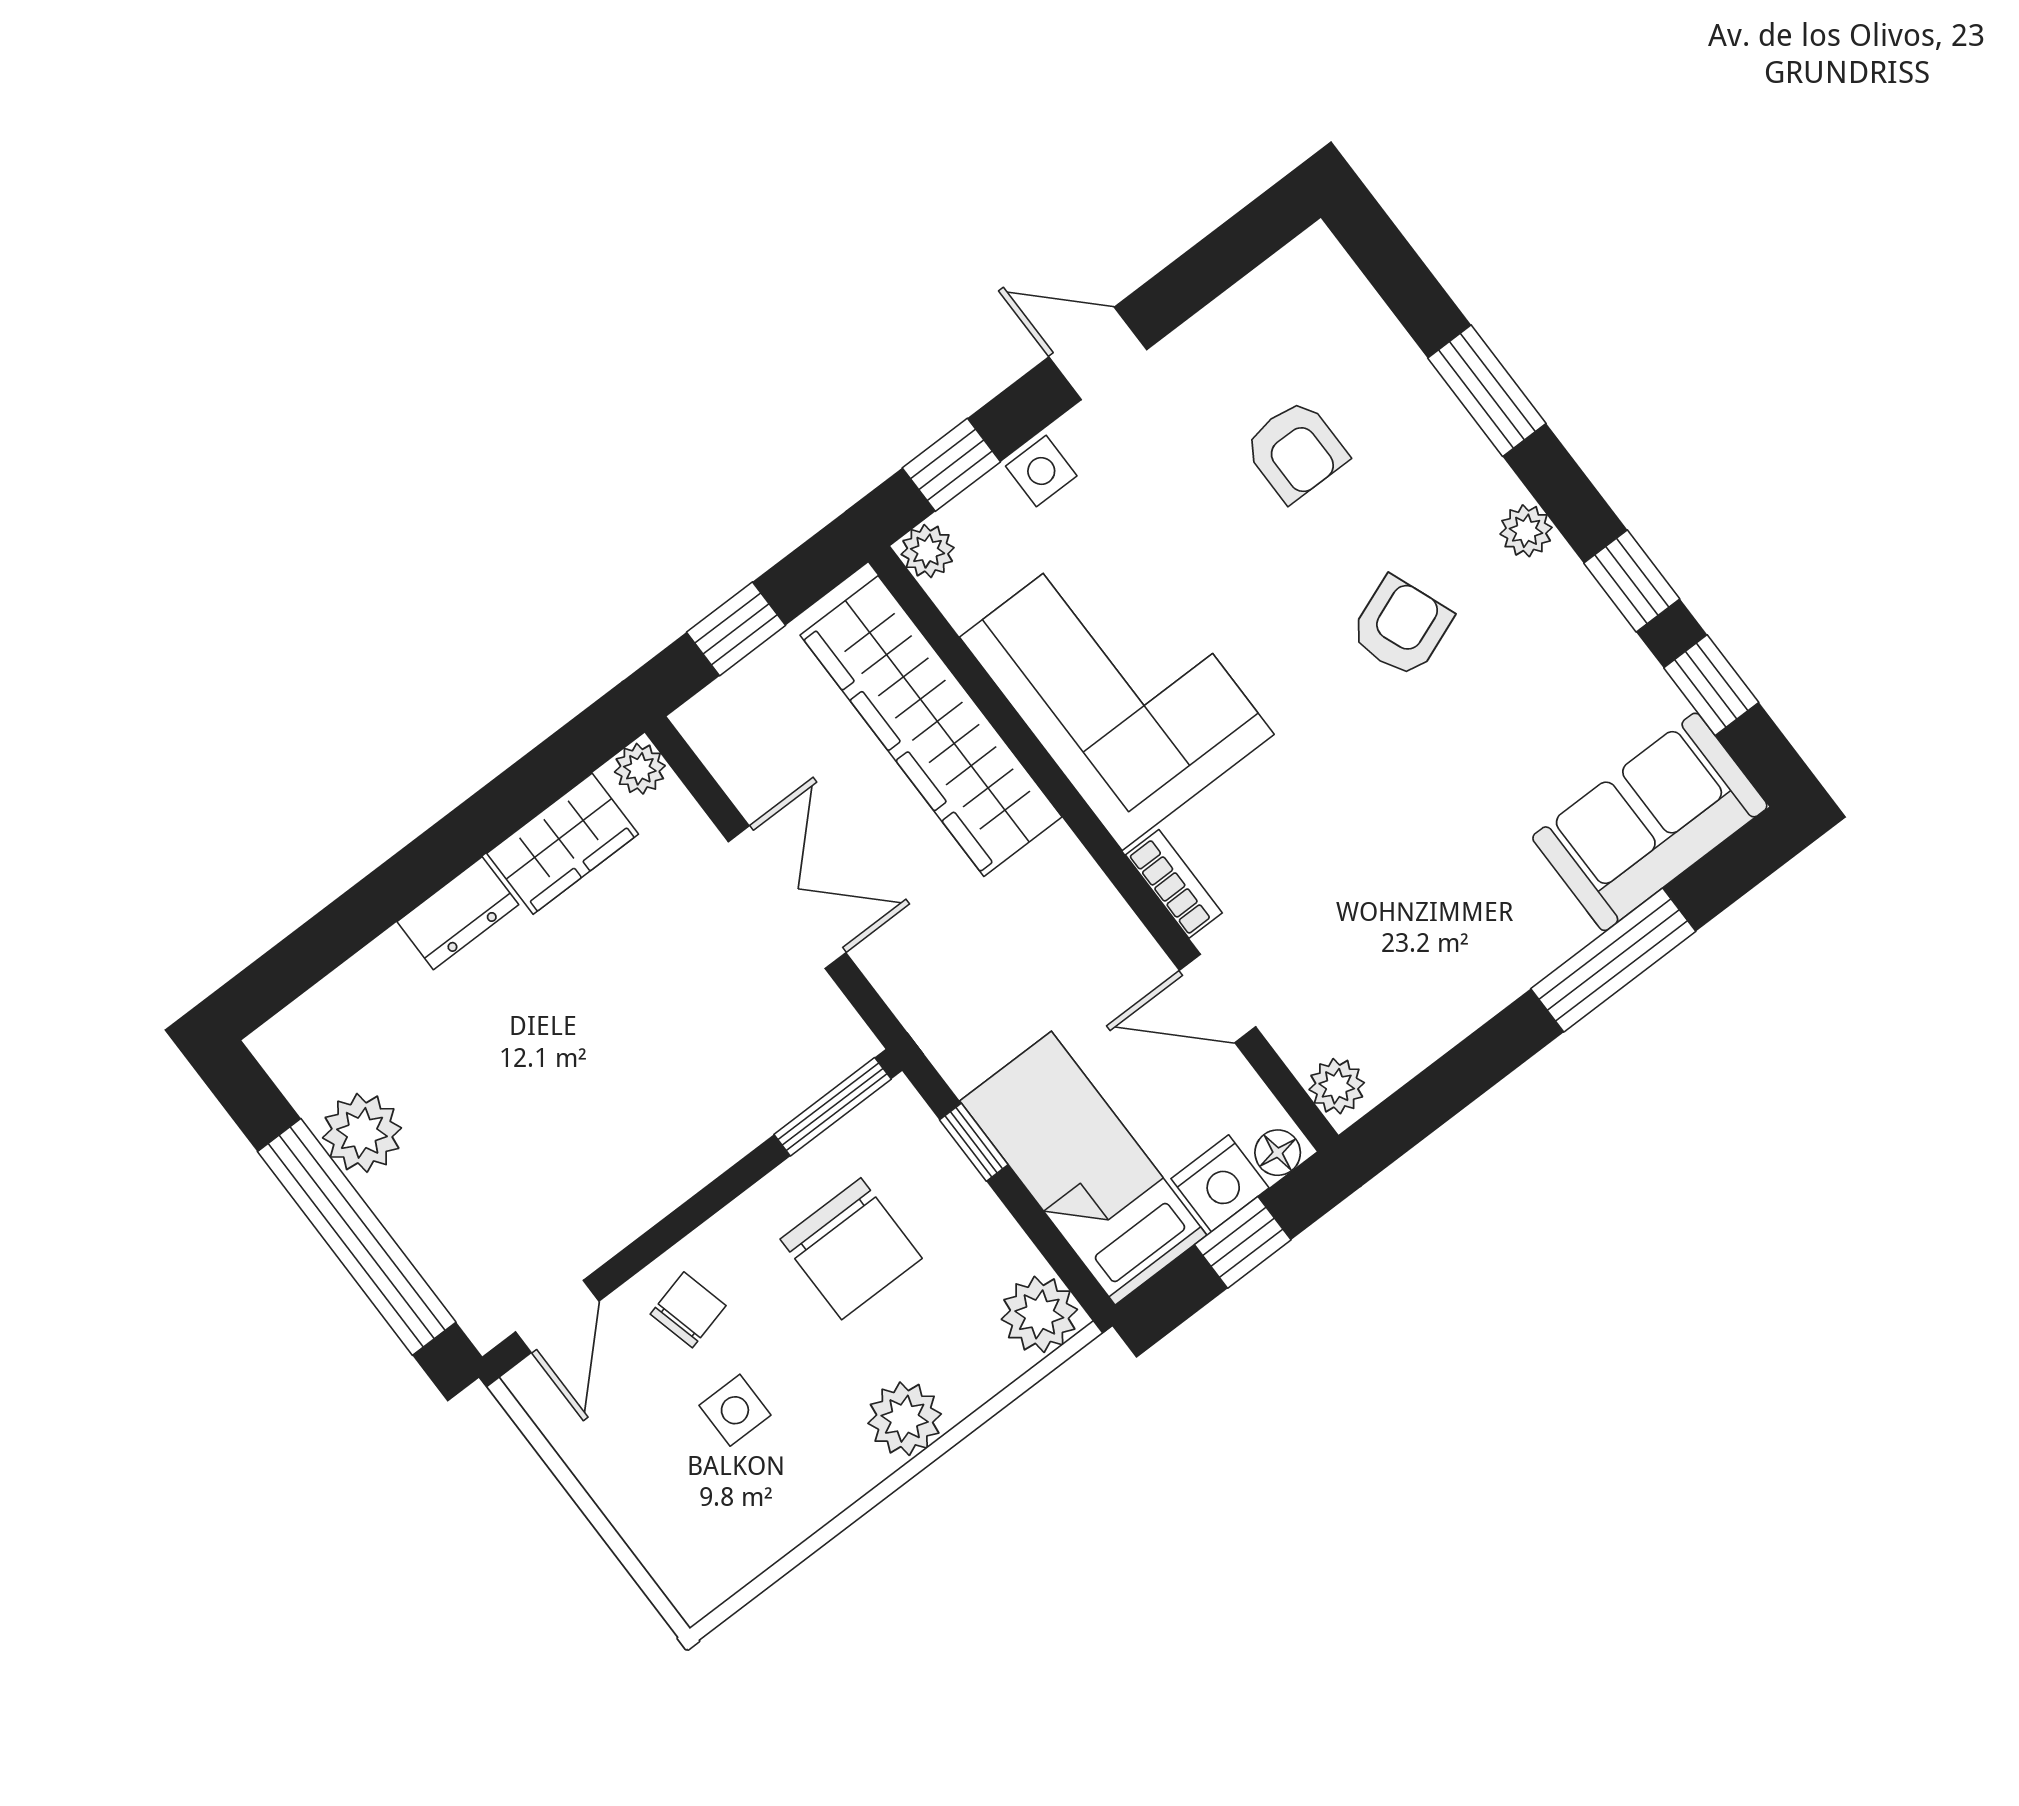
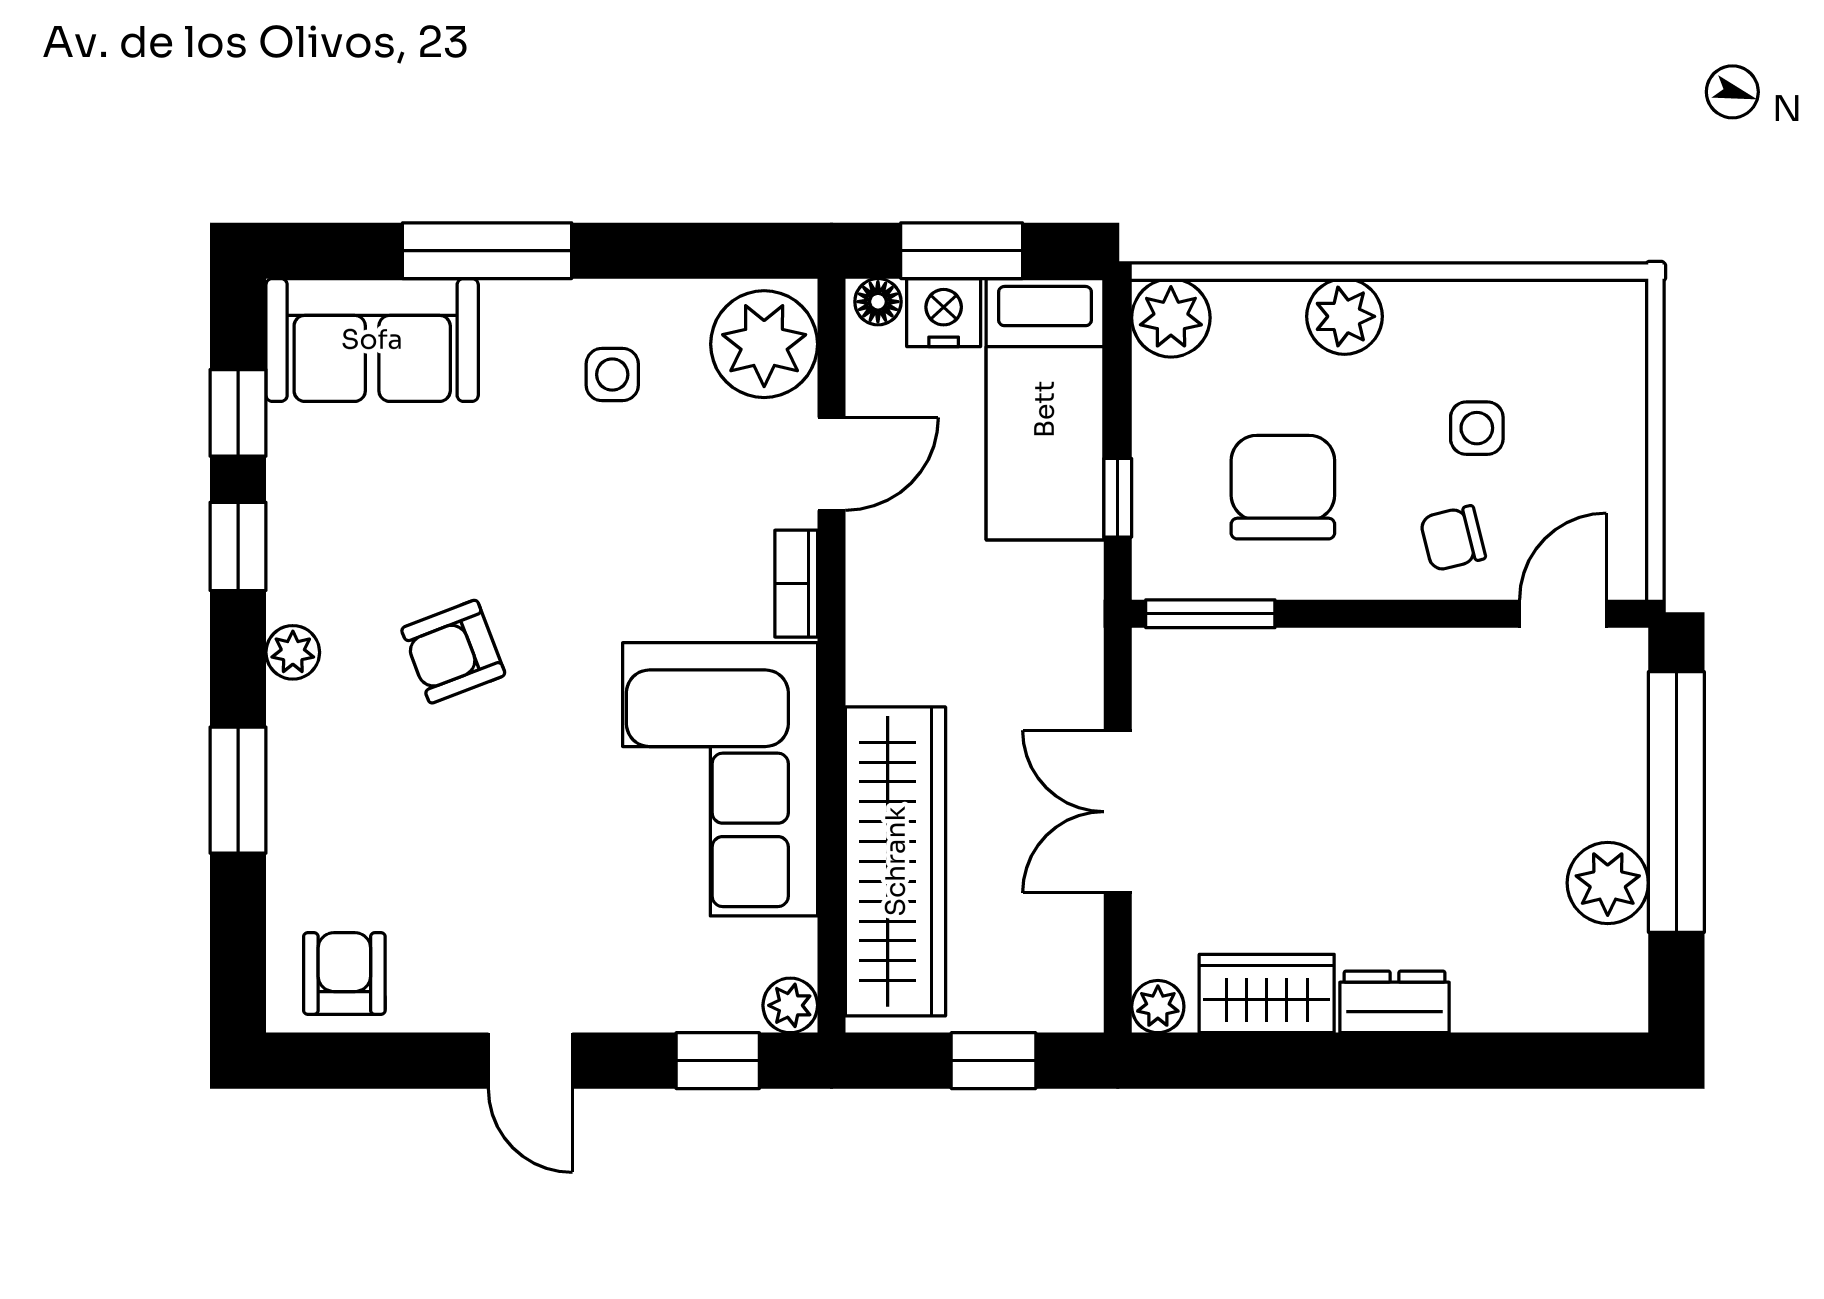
armchair: (1296, 451) -> (344, 974), moved
side table: (1041, 471) -> (612, 375), moved
door: (1218, 998) -> (832, 464), hinge flipped
plant: (1337, 1086) -> (764, 344), width x1.88, depth x1.88
window: (1243, 1242) -> (962, 251), width x1.50

